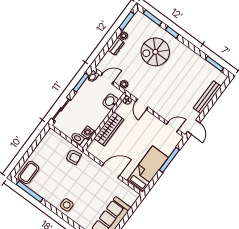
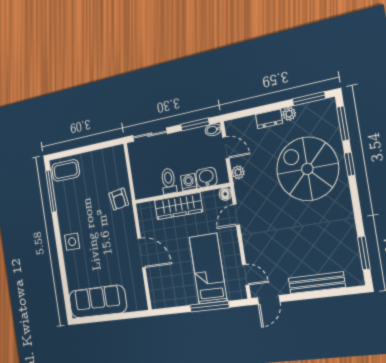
spiral stairs: (155, 52) -> (307, 169), width x1.37, depth x1.37
washing machine: (88, 133) -> (189, 182), moved
toilet: (79, 140) -> (169, 181), moved
bed: (147, 169) -> (208, 269), moved, turned -90

